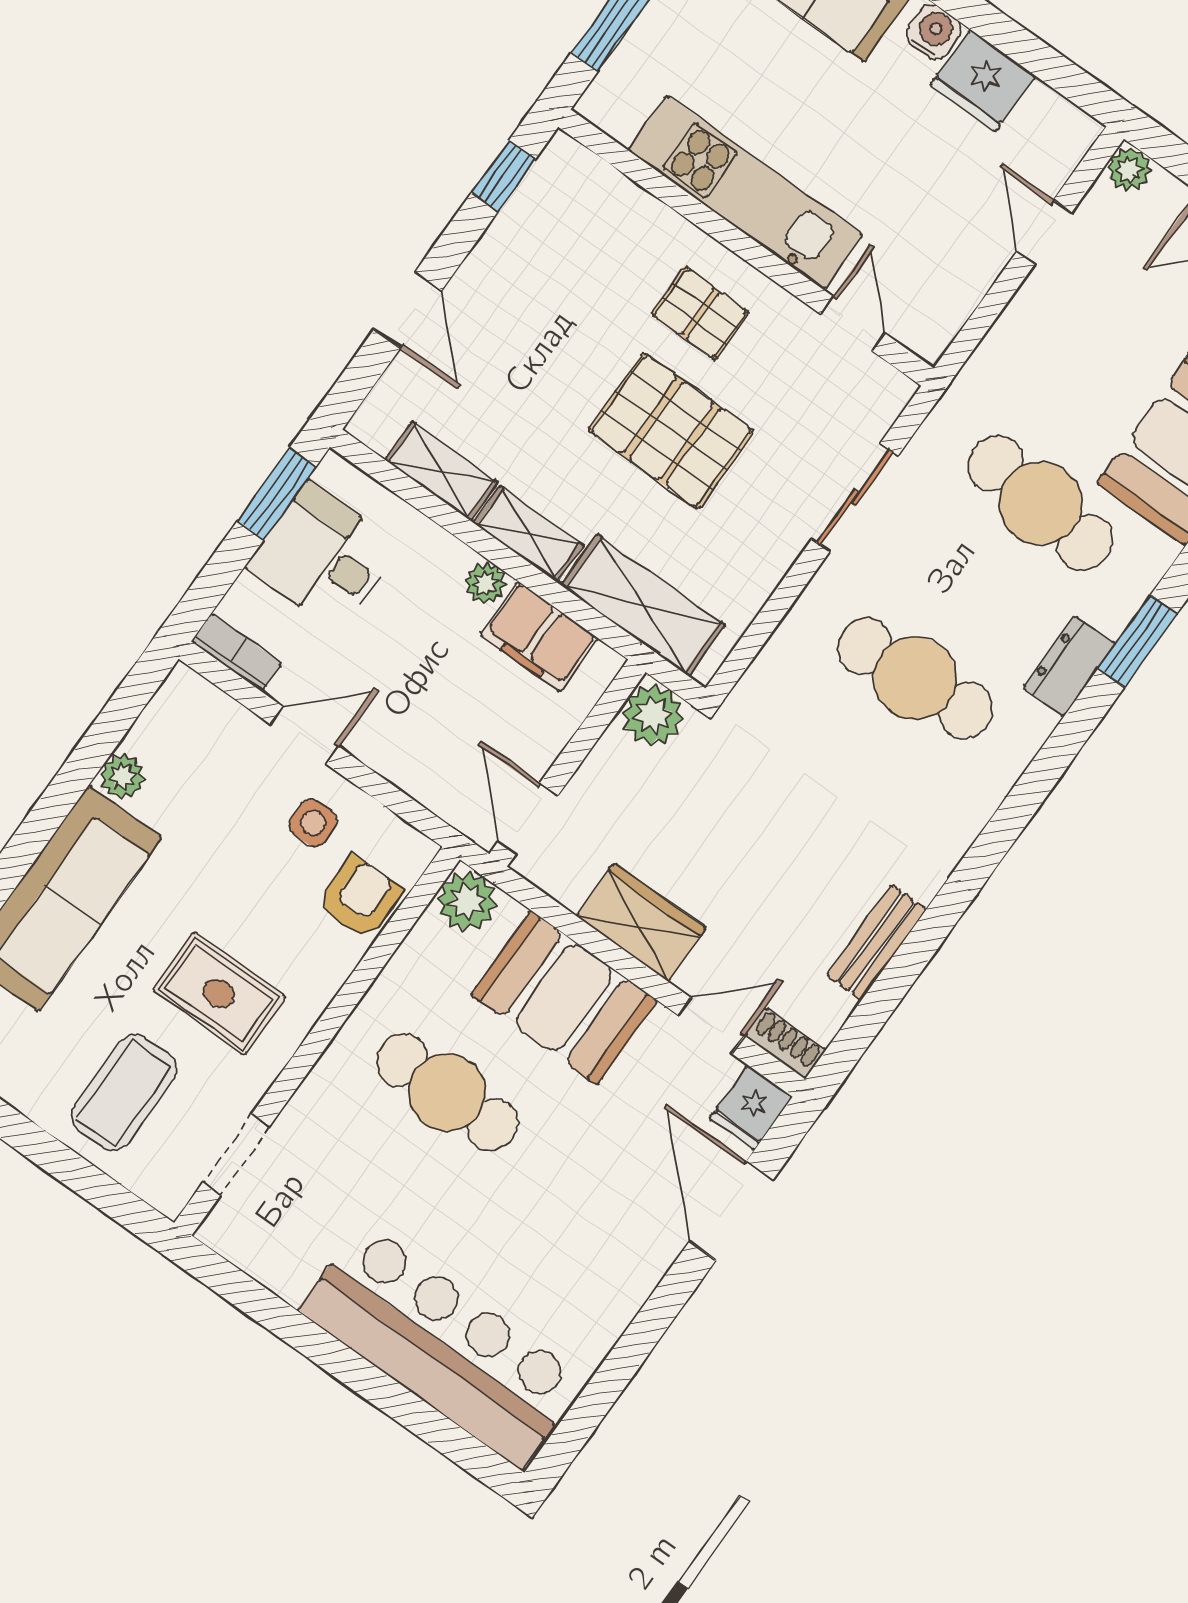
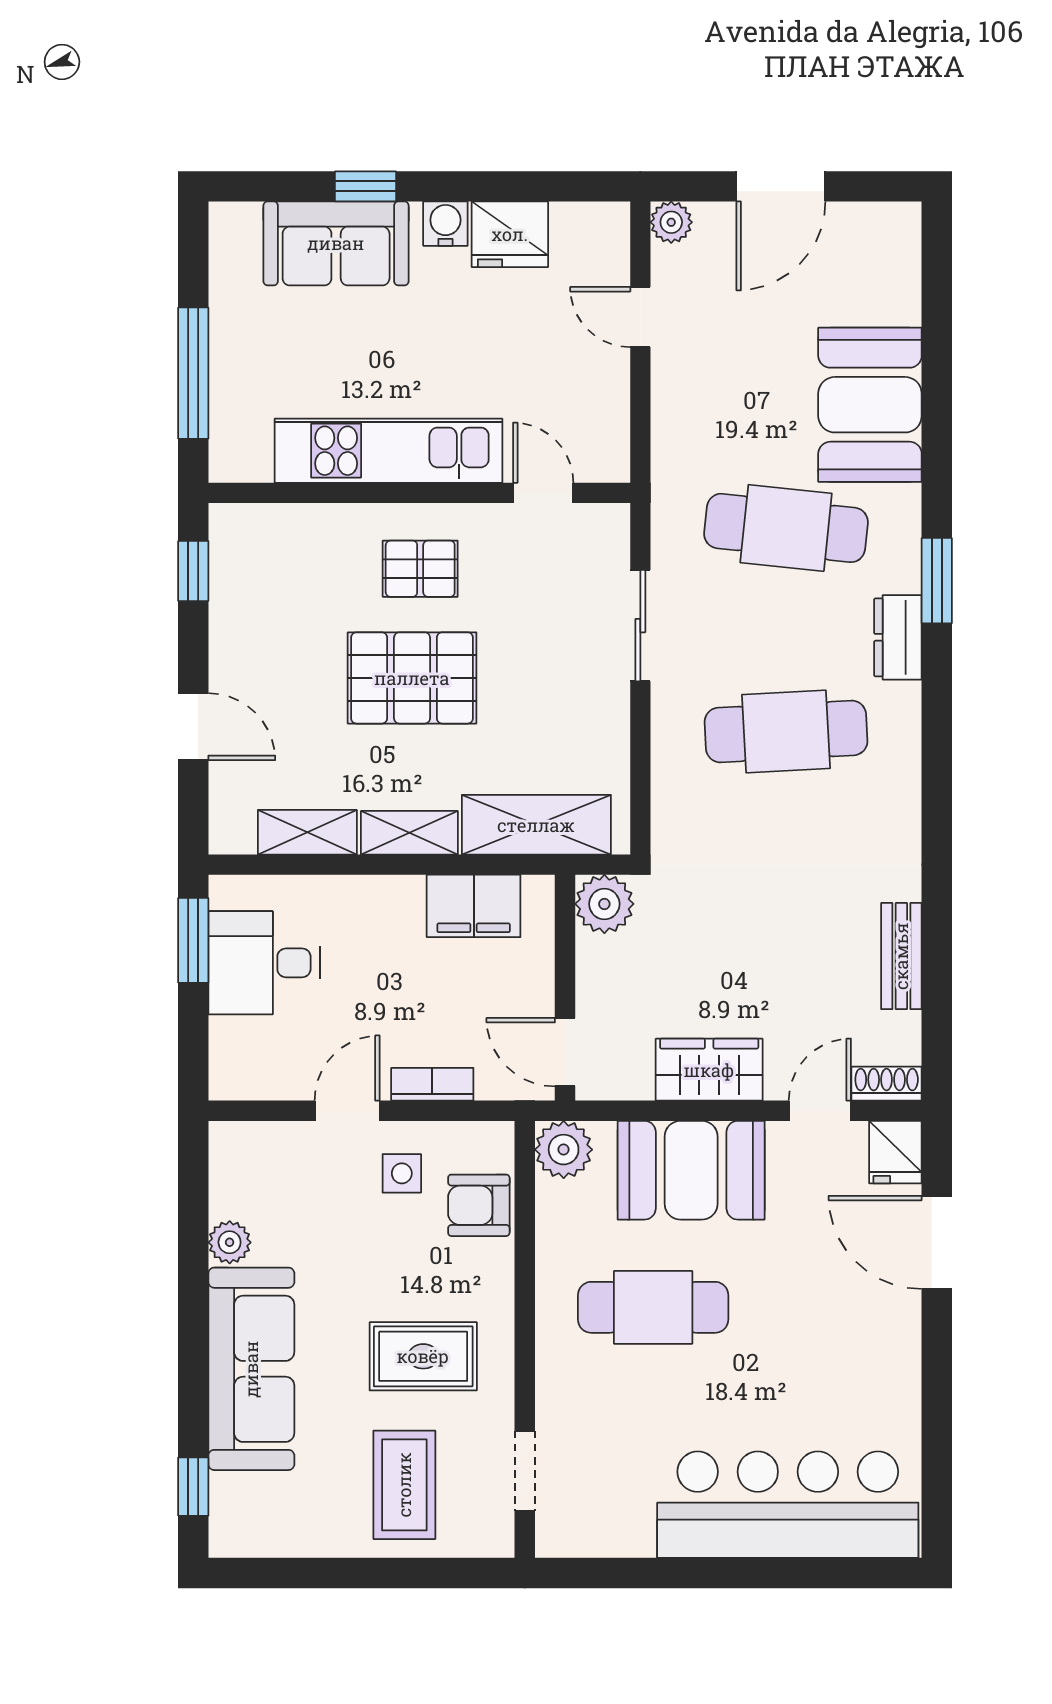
pallet: (671, 431) -> (412, 678), moved
plant: (485, 583) -> (403, 894), removed
bookcase: (236, 652) -> (432, 1084), moved
armchair: (360, 898) -> (479, 1205), turned -90

